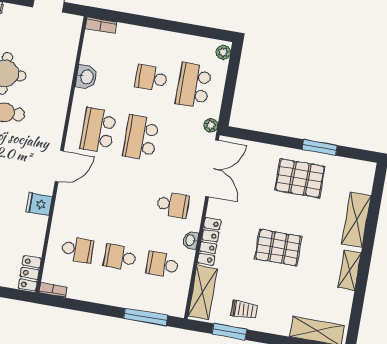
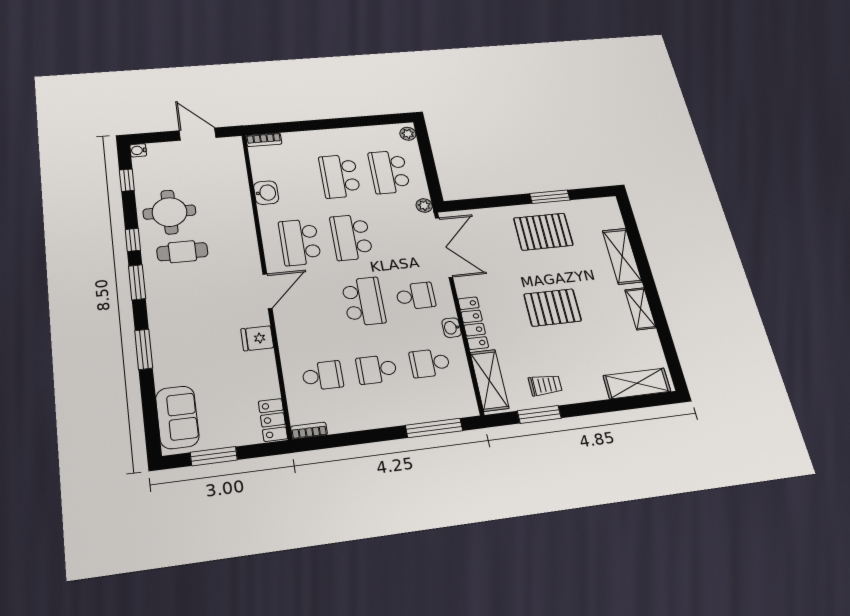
school desk: (151, 78) -> (340, 176), width x1.85
school desk: (130, 197) -> (364, 301), added

